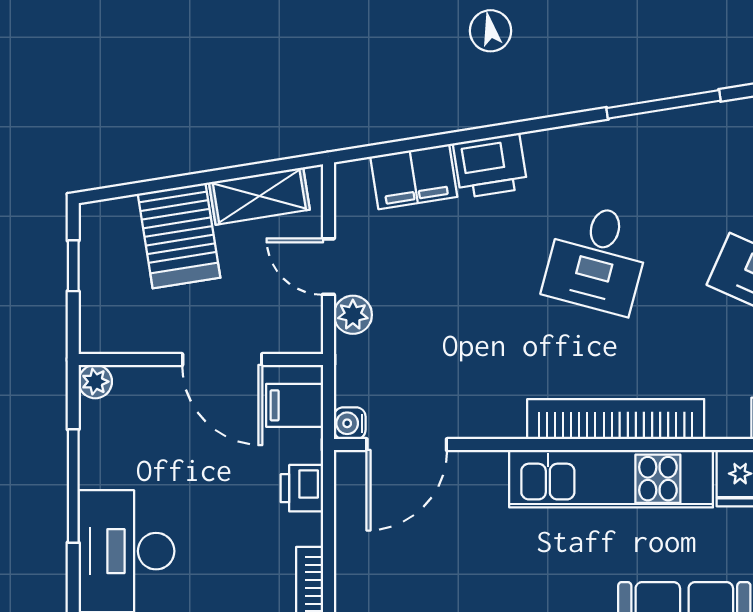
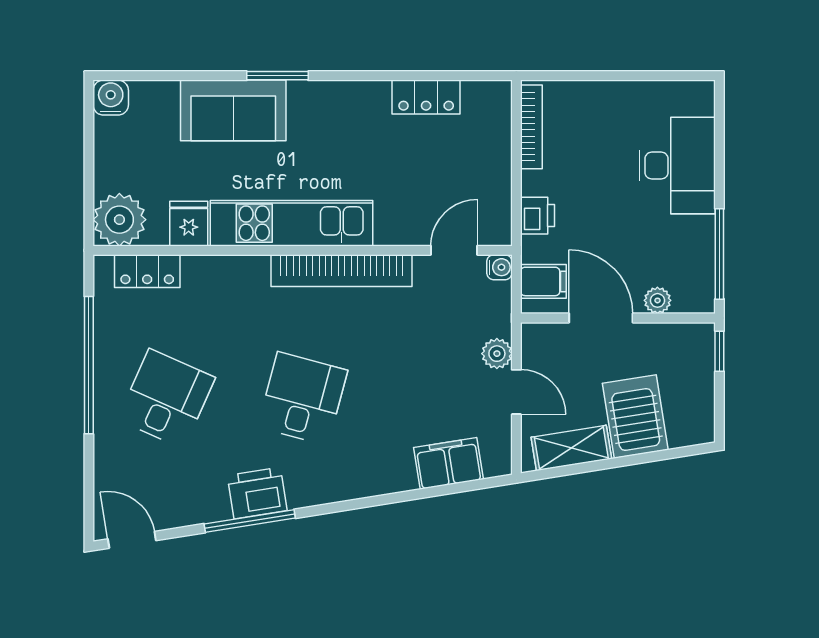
printer: (490, 166) -> (257, 493), moved
window: (73, 266) -> (719, 351), moved
plant: (95, 382) -> (657, 300), moved
bookcase: (616, 419) -> (342, 271), moved
door: (407, 445) -> (454, 250), width x0.73
window: (73, 486) -> (719, 254), moved

